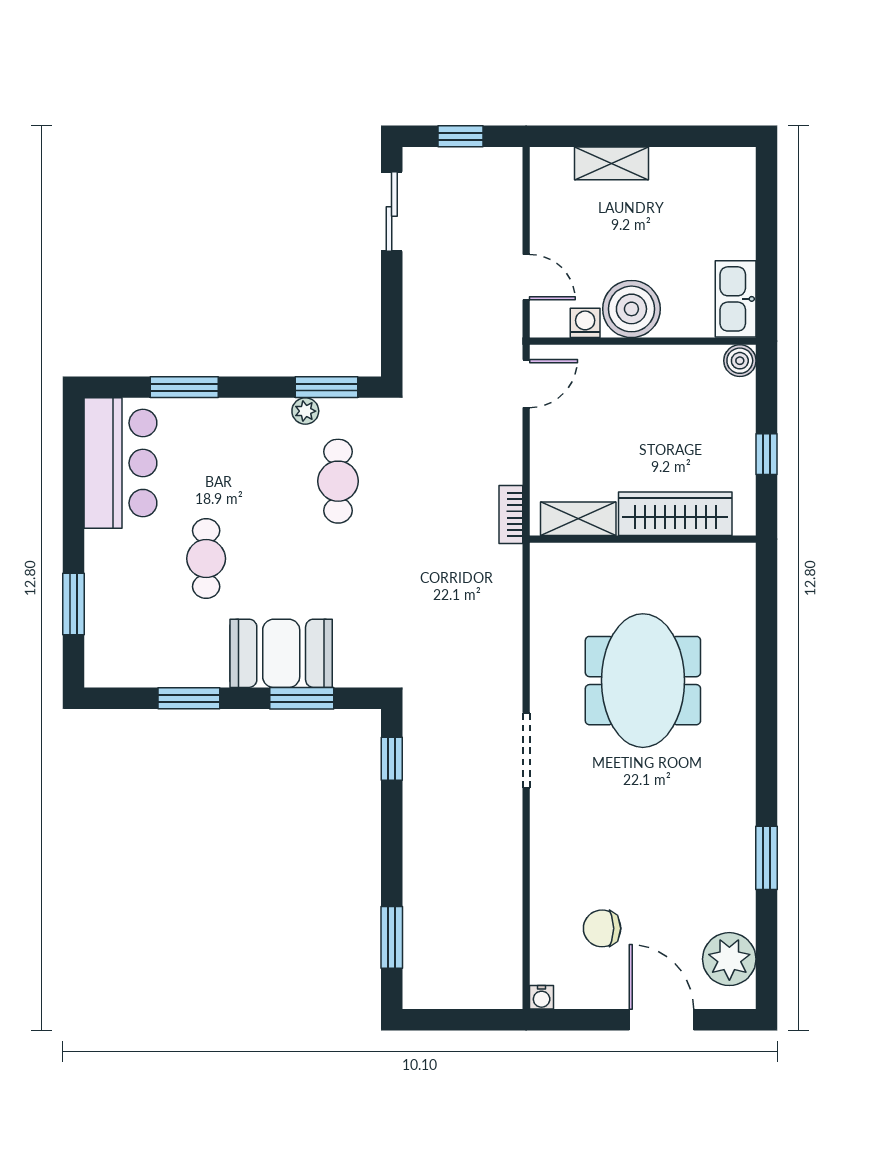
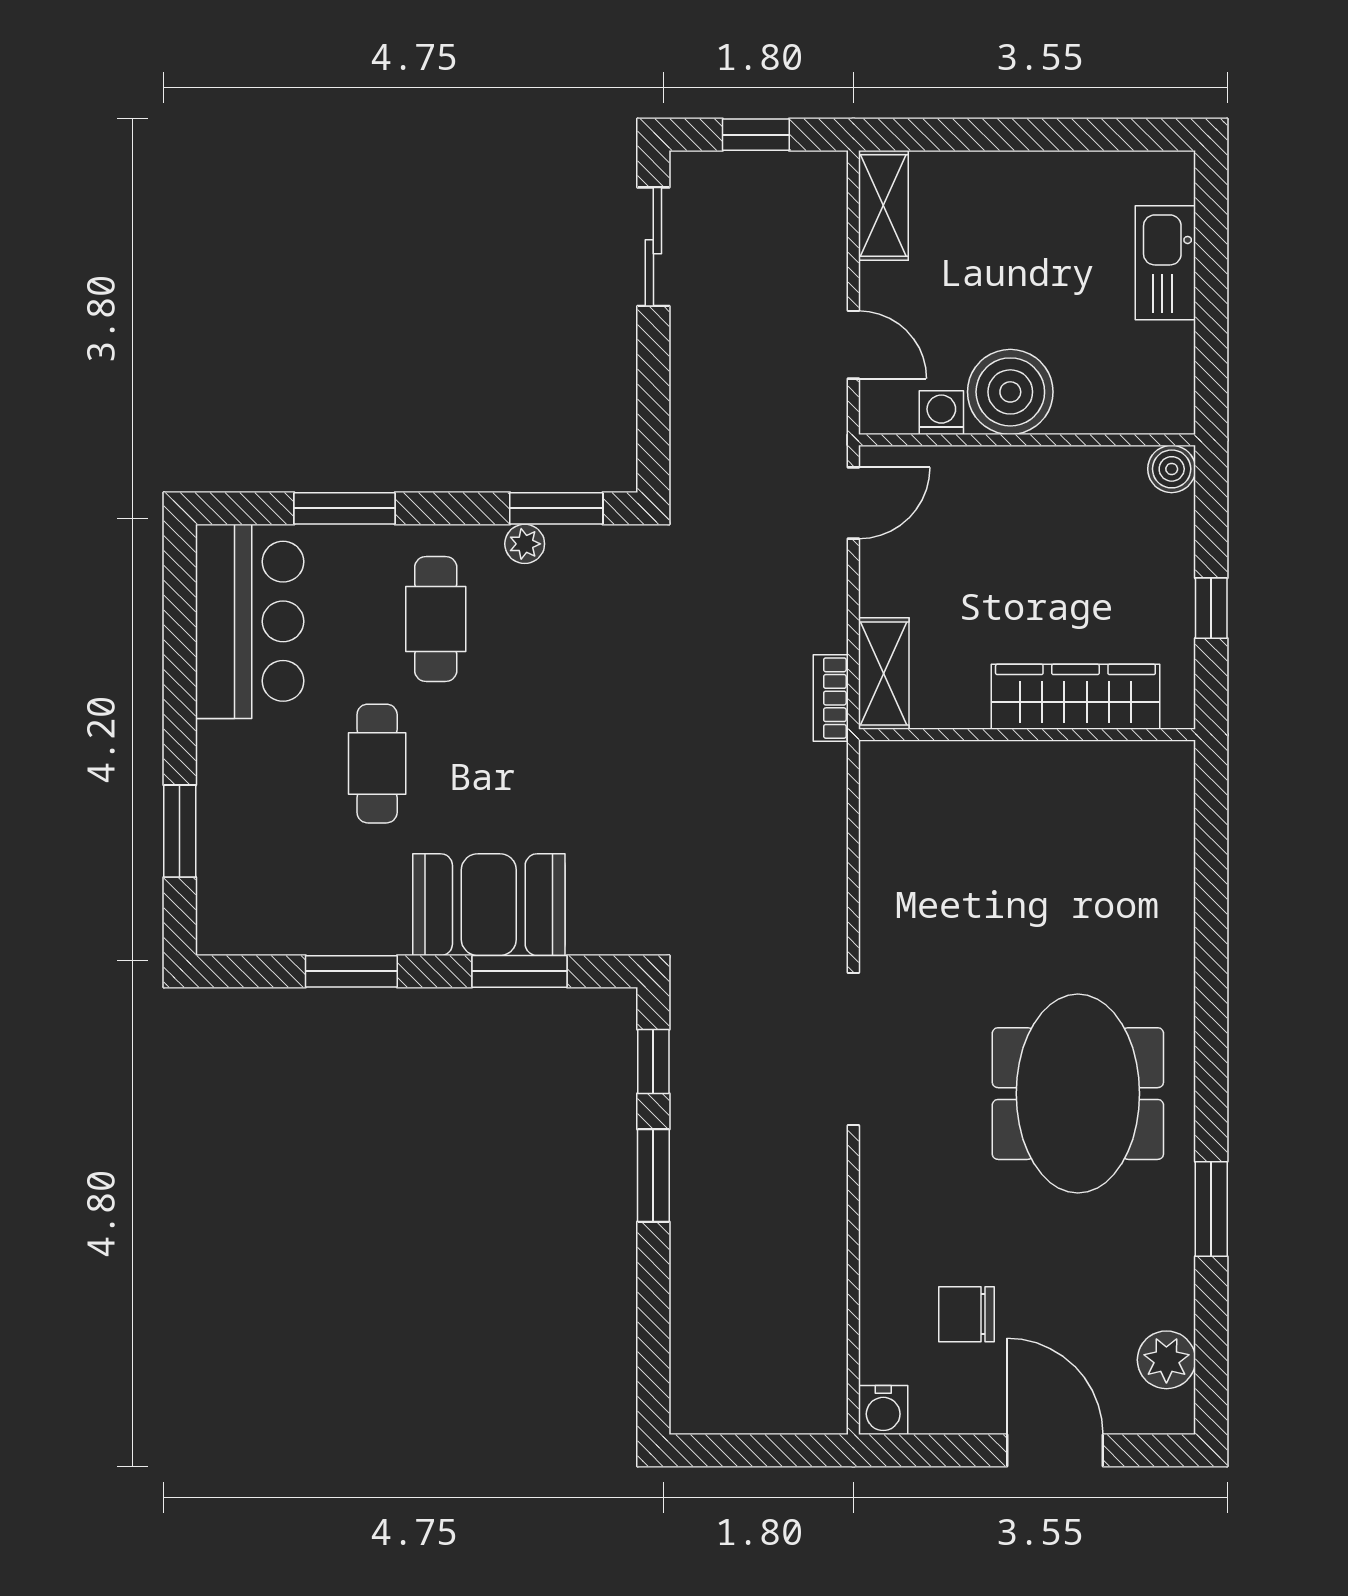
shelving: (612, 163) -> (883, 205), moved, turned 90
kitchen sink: (736, 299) -> (1165, 263), moved
cafe table: (338, 481) -> (436, 619), moved
shelving: (578, 519) -> (884, 673), moved, turned 90
meeting table: (643, 681) -> (1078, 1094), moved
doorway: (526, 750) -> (853, 1049), width x1.36
window: (392, 937) -> (653, 1175), moved
plant: (729, 959) -> (1166, 1360), width x0.73, depth x0.73
water cooler: (542, 997) -> (883, 1410), width x1.38, depth x1.38

